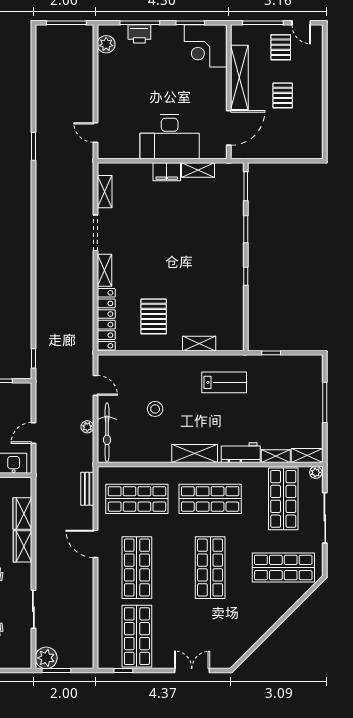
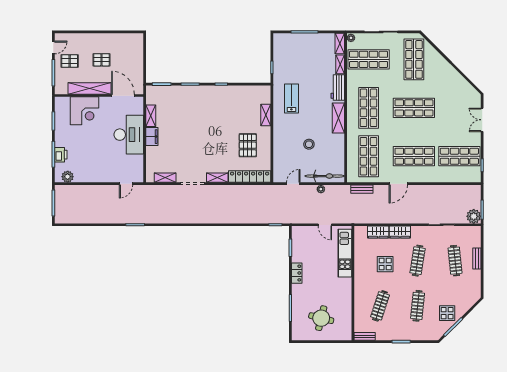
corner desk: (206, 46) -> (84, 111), moved
pallet: (154, 316) -> (248, 145), turned 90

